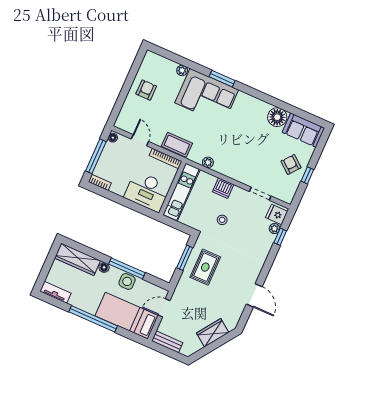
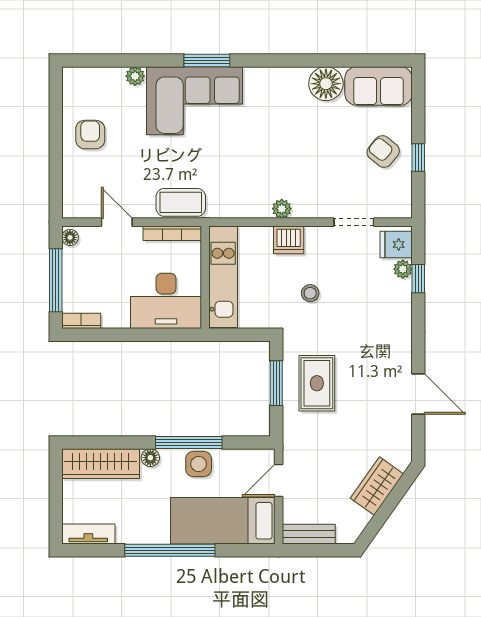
plant: (208, 162) -> (282, 209), moved

